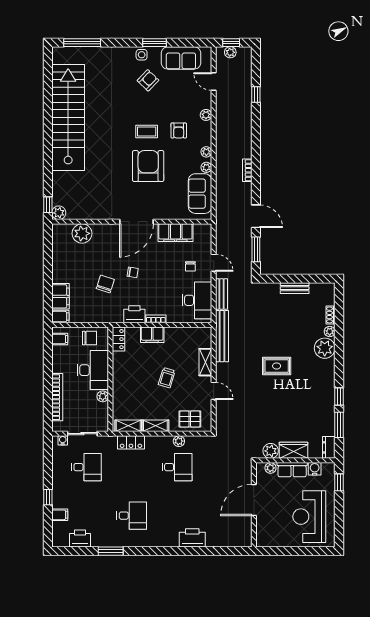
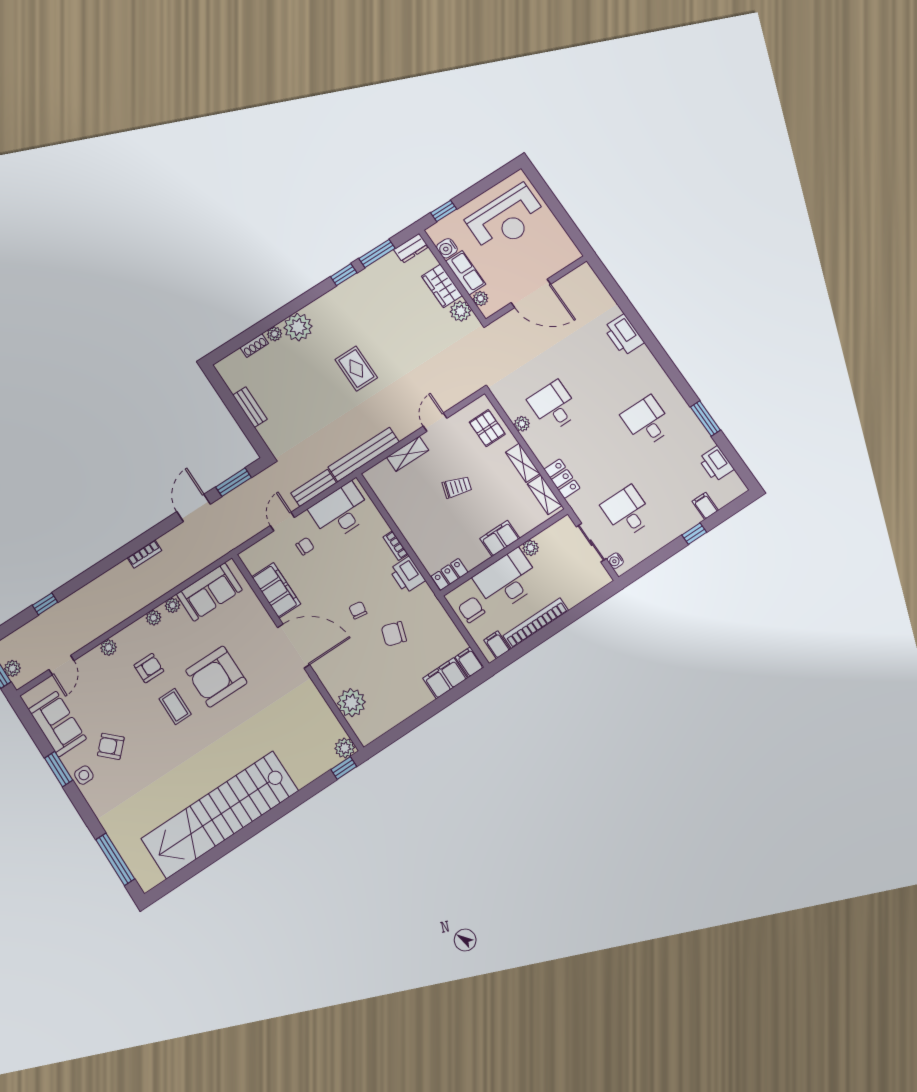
filing cabinet: (152, 335) -> (500, 538), moved, turned -90
bookcase: (57, 397) -> (536, 623), moved

